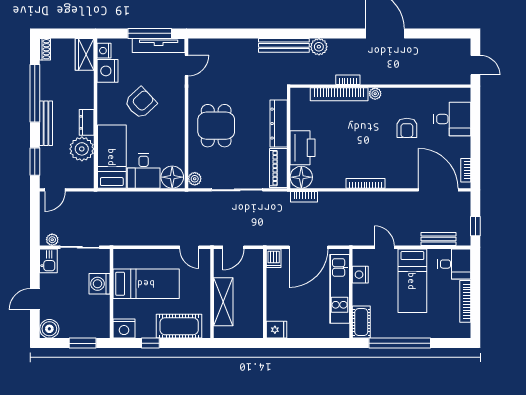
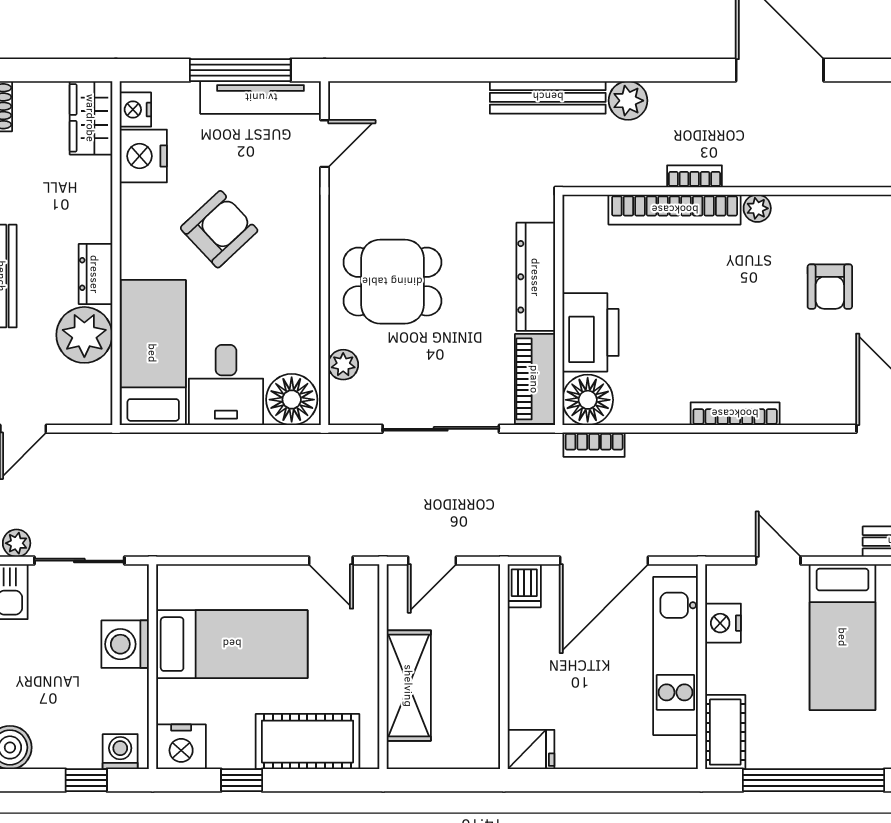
dining table: (216, 126) -> (392, 282), turned 90
plant: (195, 179) -> (343, 365), moved
washing machine: (97, 331) -> (120, 752), added
window: (83, 343) -> (86, 780), width x0.67

